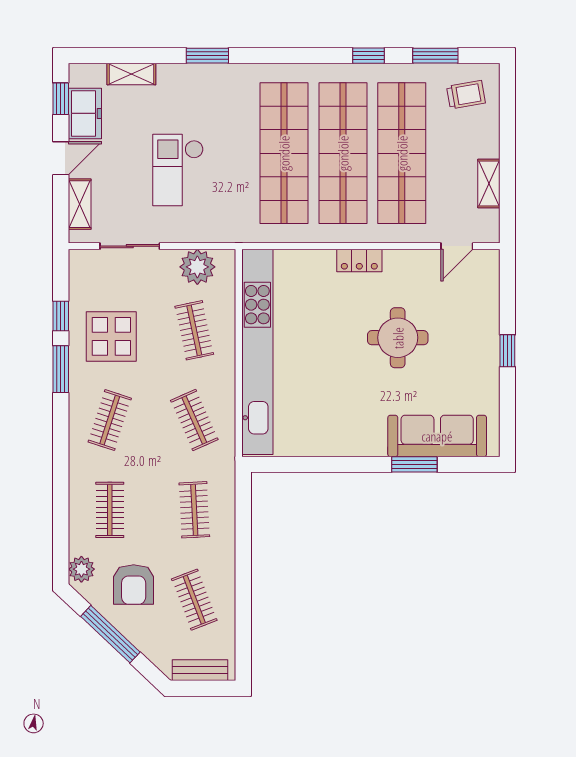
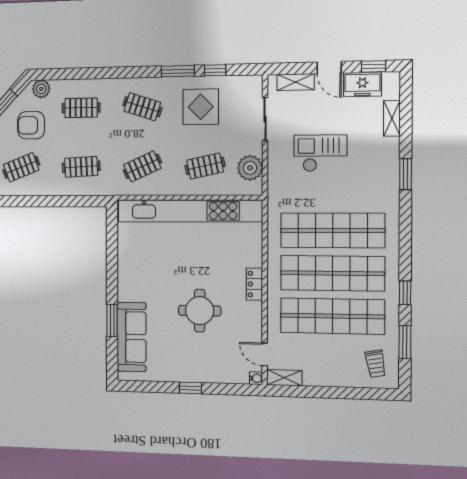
shelving: (489, 183) -> (284, 378), moved
water cooler: (491, 258) -> (256, 378), added

